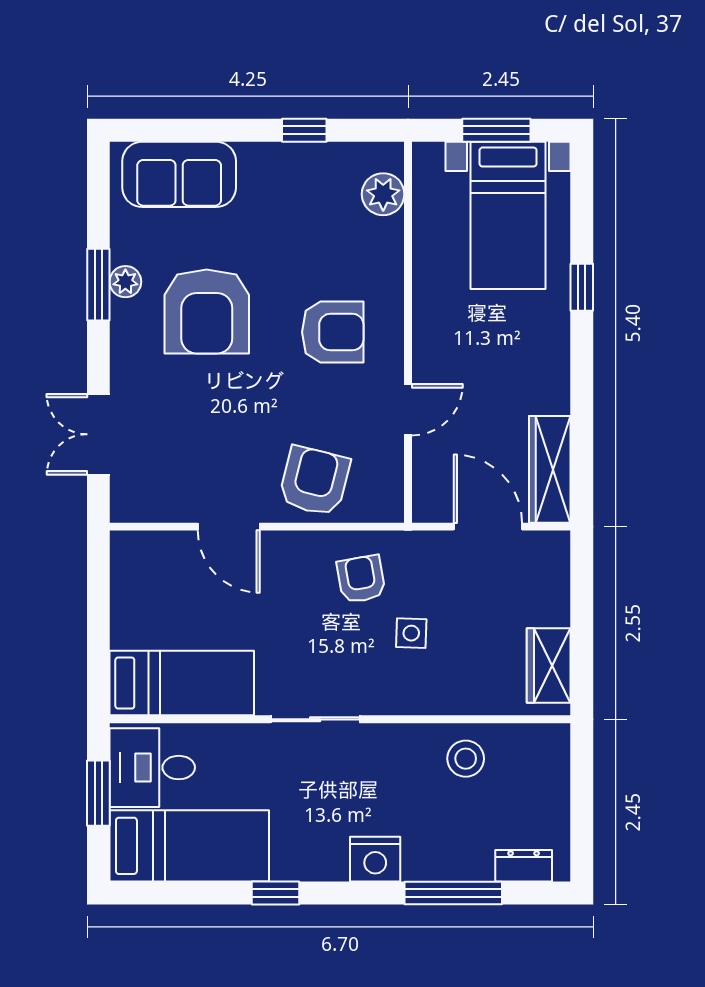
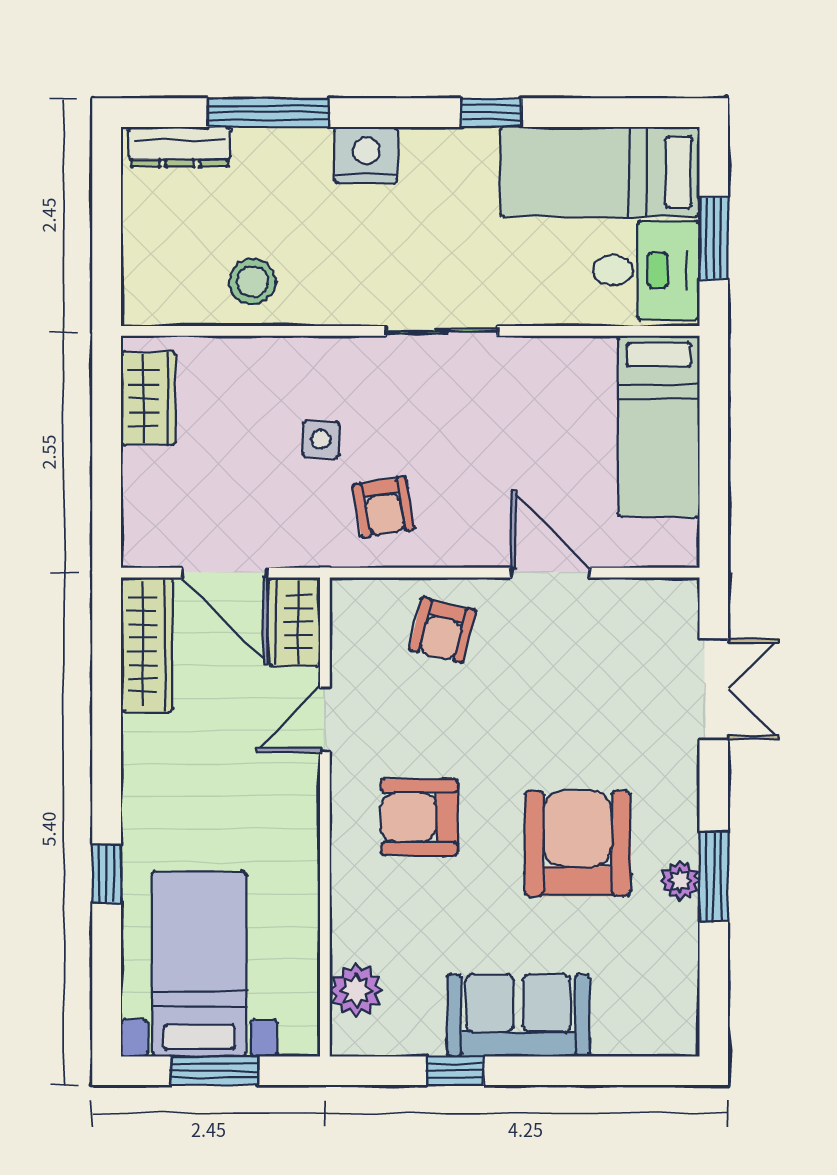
sofa: (179, 174) -> (518, 1015), moved
armchair: (314, 481) -> (442, 630), width x0.72, depth x0.72
wardrobe: (432, 488) -> (294, 622), added
bed: (182, 683) -> (659, 426), moved, turned -90
dresser: (524, 866) -> (180, 147), width x1.44

